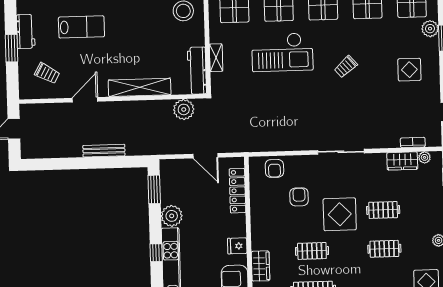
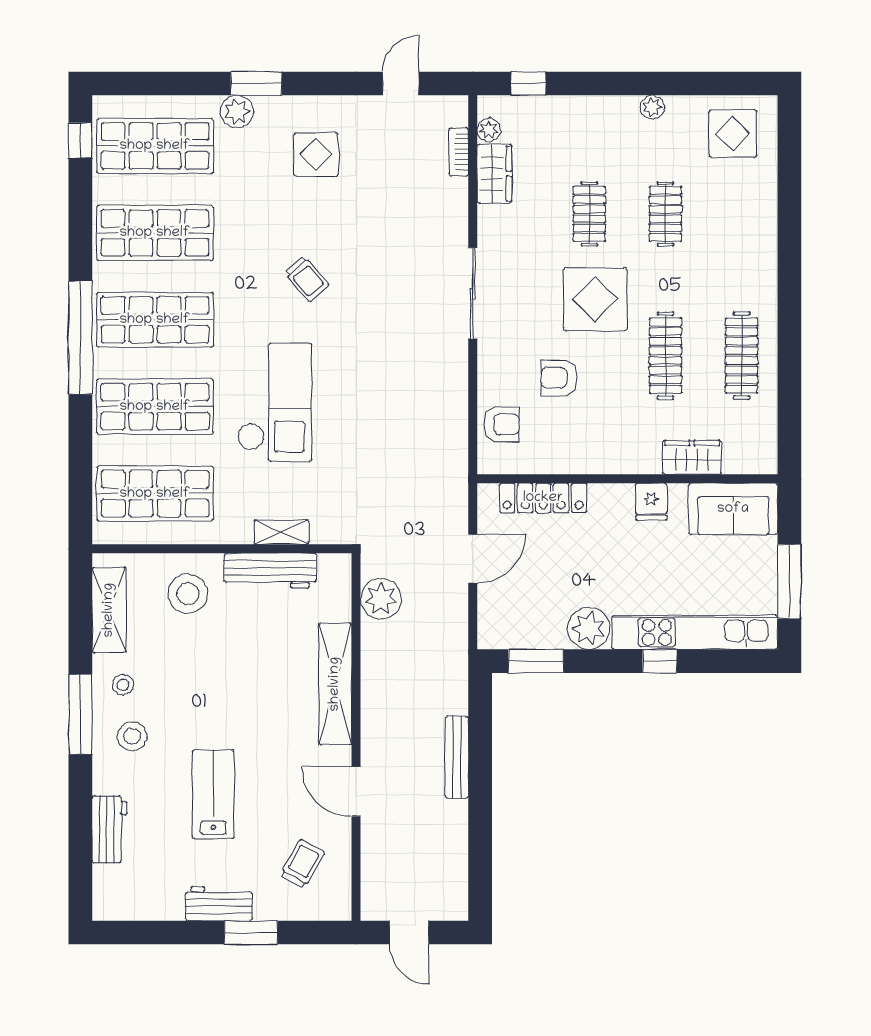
workbench: (197, 71) -> (270, 571), moved
clothes rail: (312, 251) -> (665, 356), width x1.36

